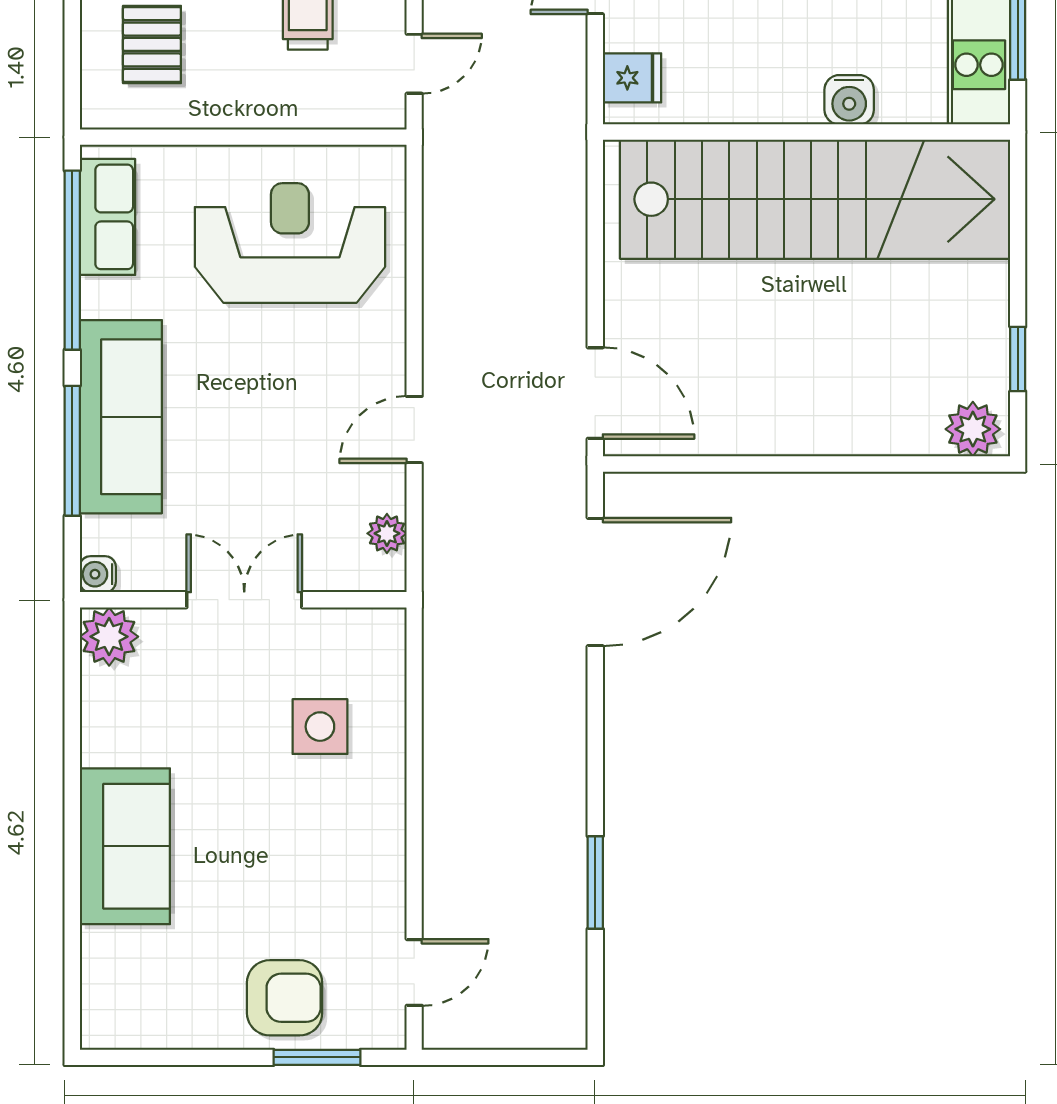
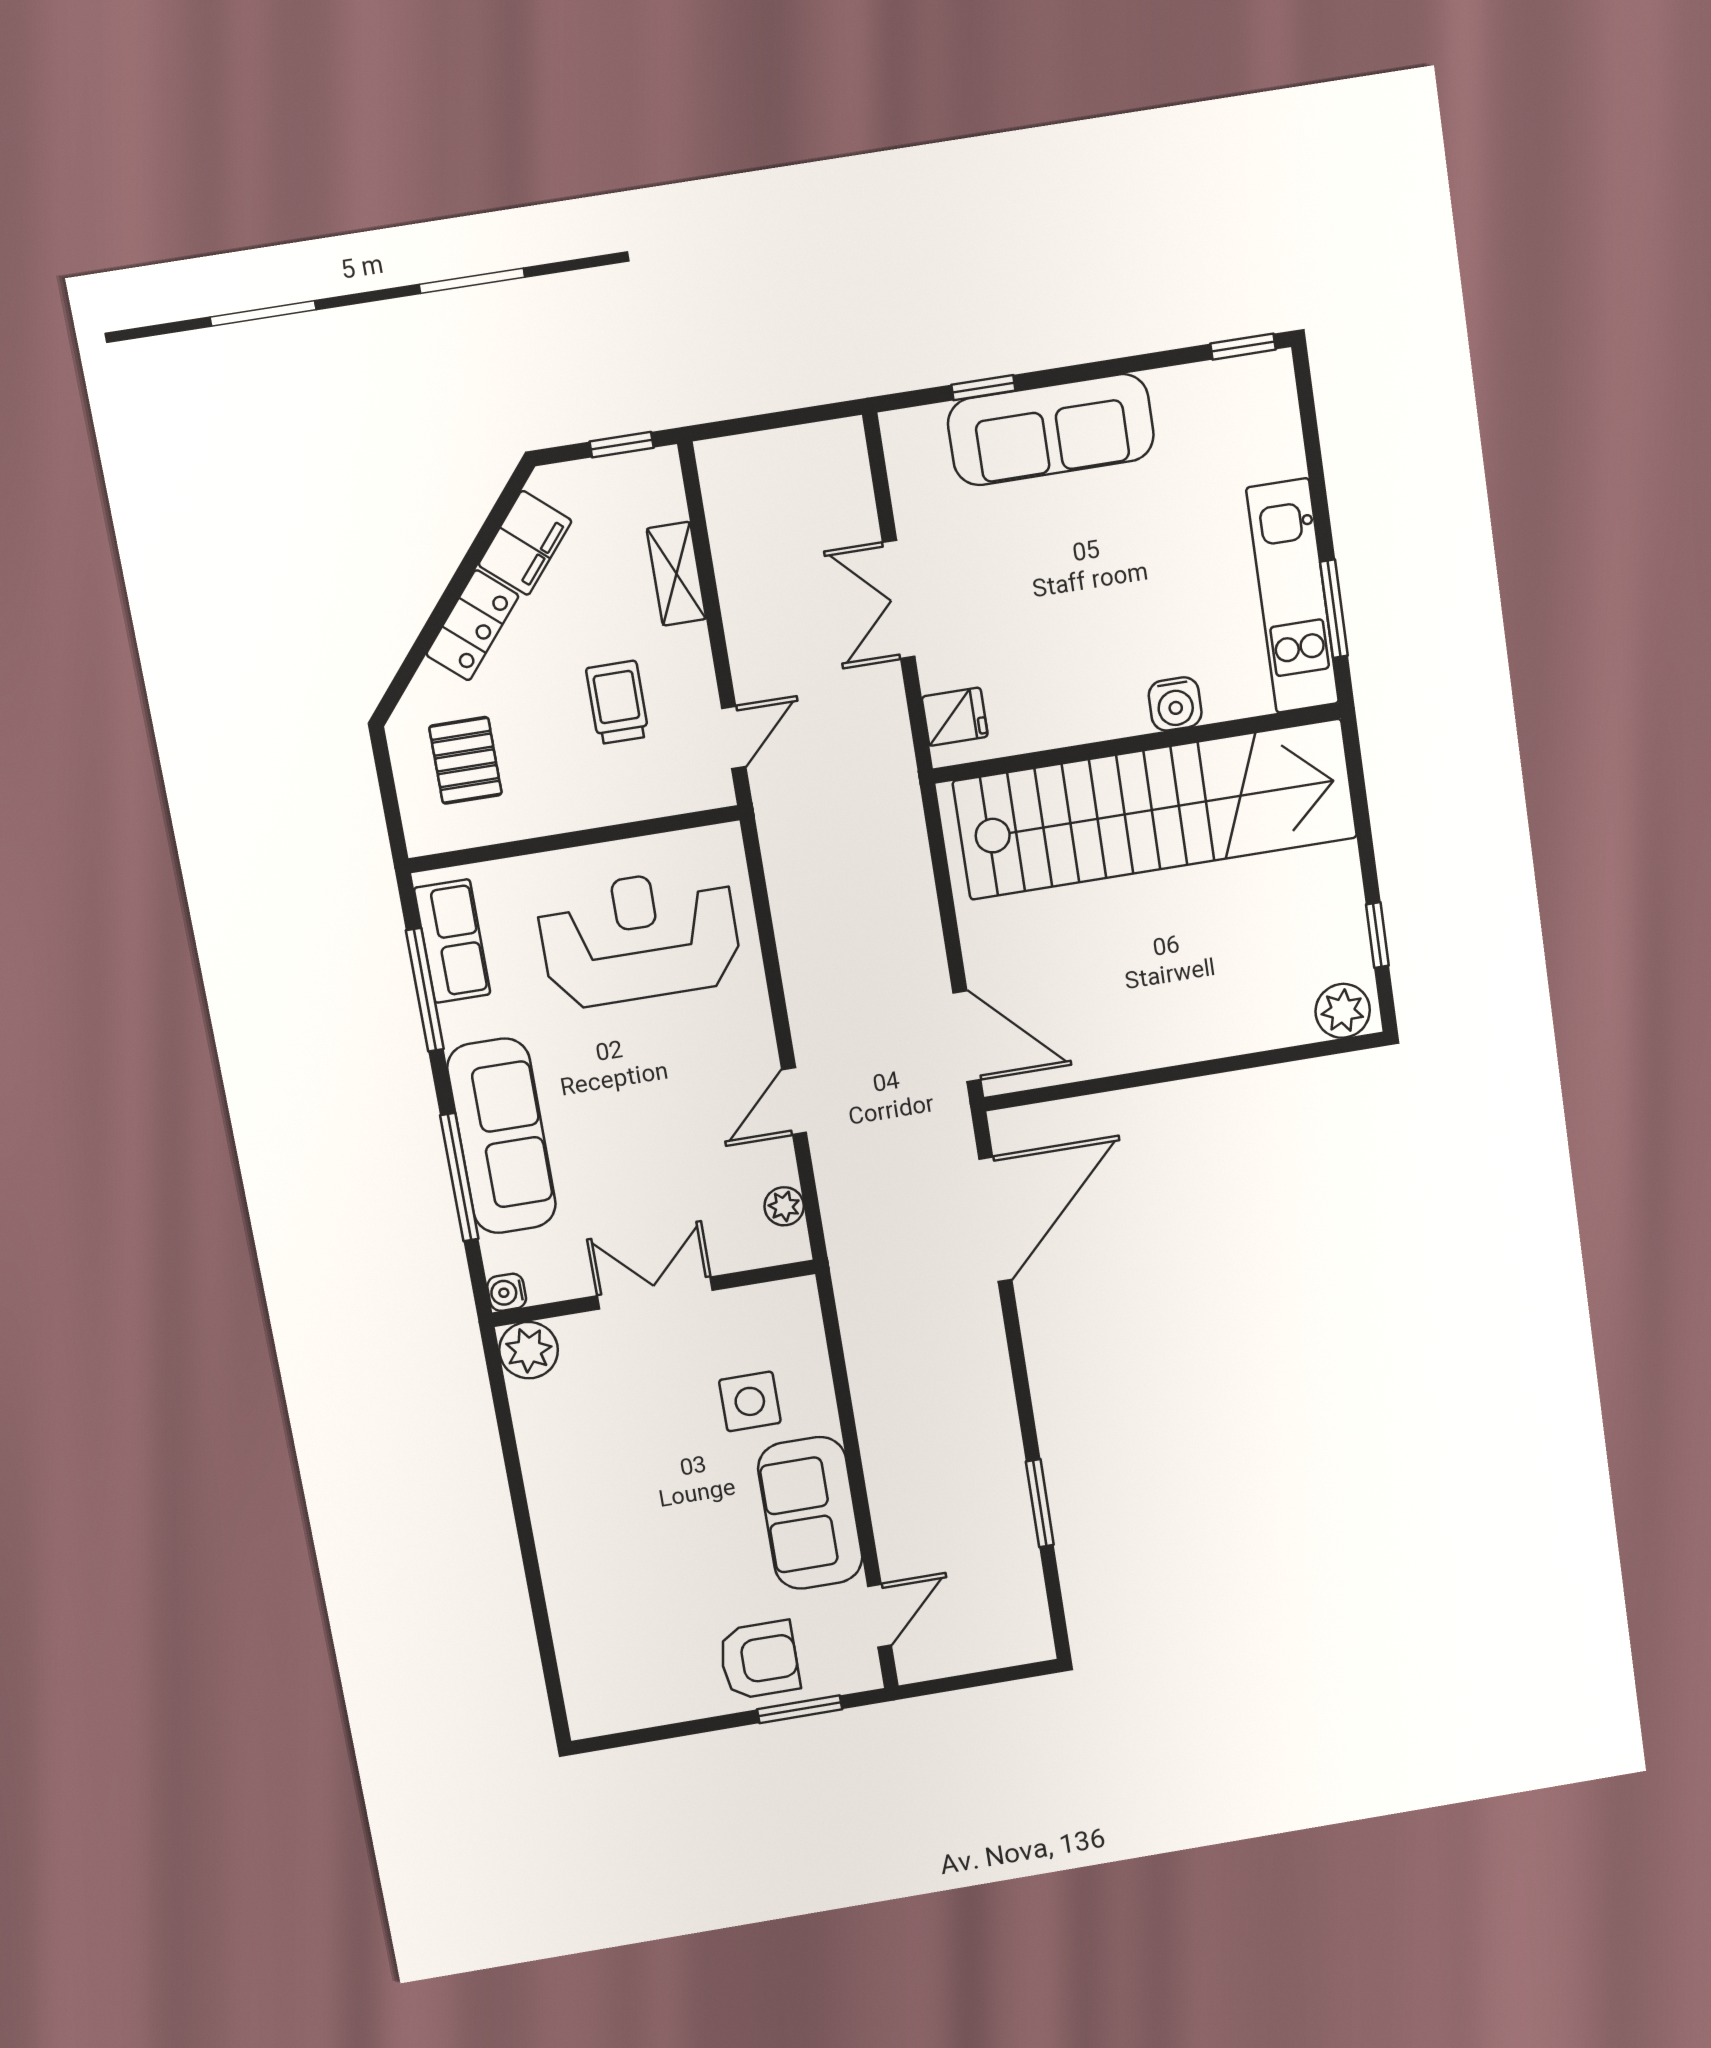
window: (72, 260) -> (425, 990), width x0.68
sofa: (125, 846) -> (810, 1513), moved, turned 180

